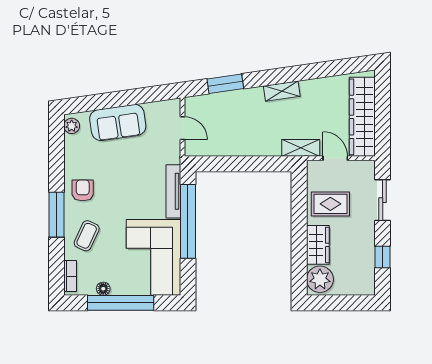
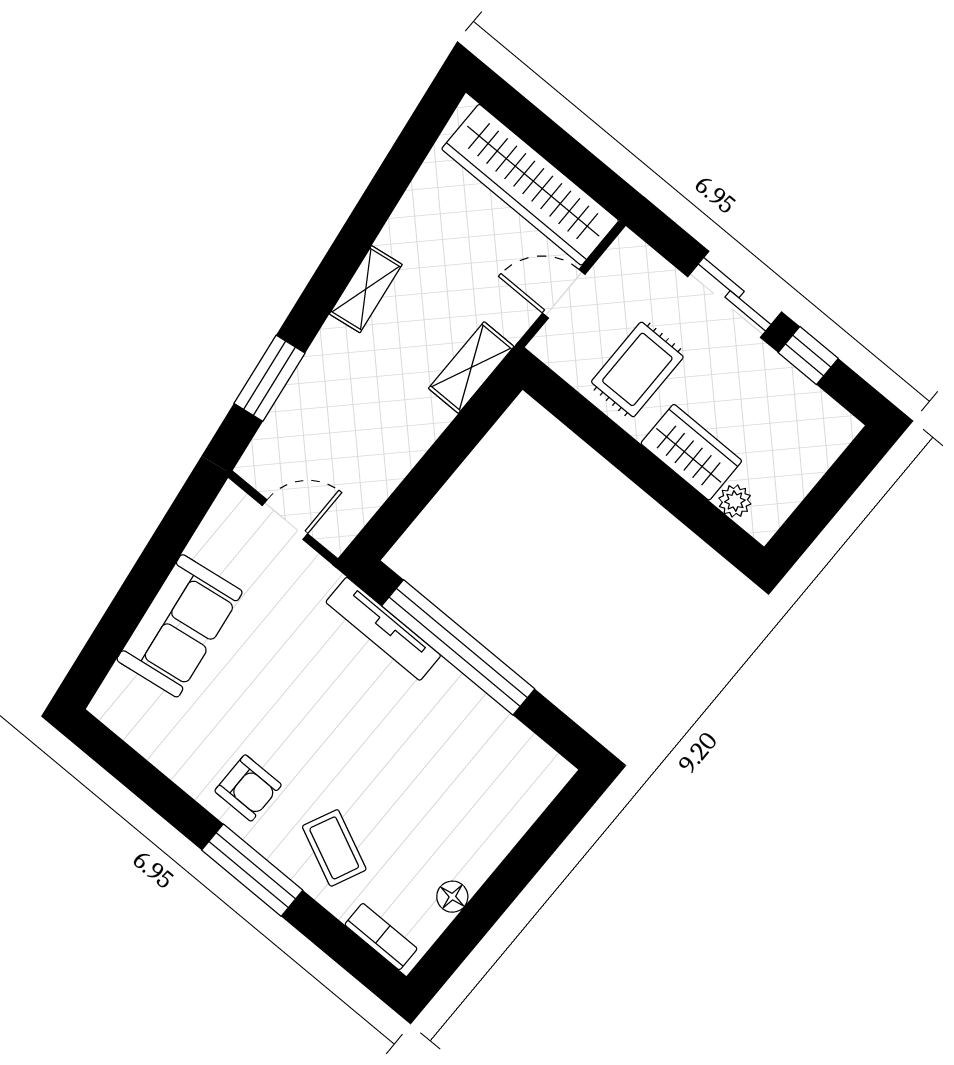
plant: (72, 126) -> (118, 712), removed
shelving: (301, 148) -> (471, 368), moved
armchair: (83, 190) -> (248, 788), turned 180
sliding door: (383, 200) -> (735, 294), moved
corner sofa: (153, 257) -> (471, 762), removed
plant: (320, 279) -> (735, 501), width x0.53, depth x0.53
window: (121, 303) -> (503, 887), removed

